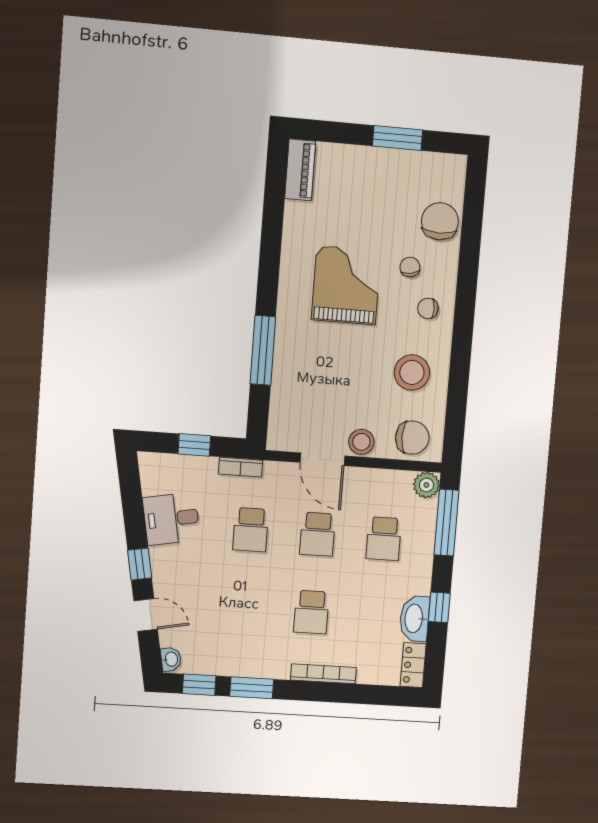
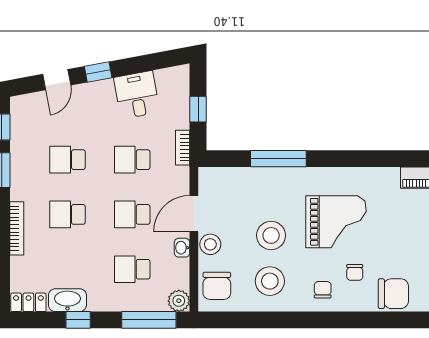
chair: (410, 267) -> (355, 272), turned 100
stool: (357, 367) -> (271, 235), added
school desk: (245, 608) -> (67, 160), added
washbasin: (171, 659) -> (182, 248), moved, turned 101

